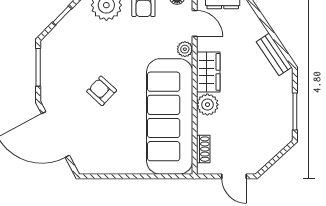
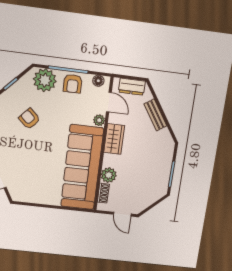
bench: (274, 54) -> (155, 115), moved
armchair: (102, 91) -> (29, 119), moved
plant: (207, 105) -> (109, 175), moved

